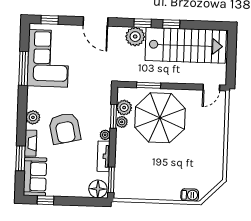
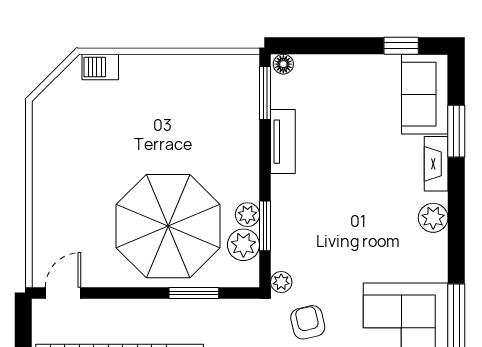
armchair: (65, 128) -> (308, 322), moved, width x0.53, depth x0.53
plant: (105, 135) -> (281, 282), moved
floor lamp: (98, 189) -> (283, 64), width x0.53, depth x0.53

